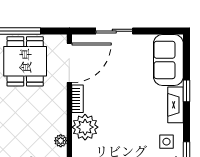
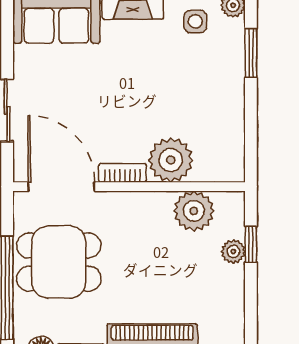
plant: (61, 141) -> (194, 211), width x1.87, depth x1.87

